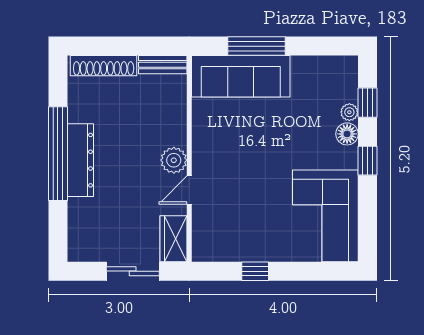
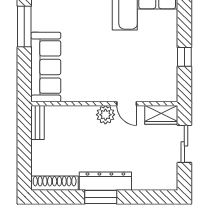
window: (257, 46) -> (24, 26), moved
shoe rack: (104, 66) -> (55, 183), moved, turned -90
window: (58, 154) -> (101, 197), width x0.47

